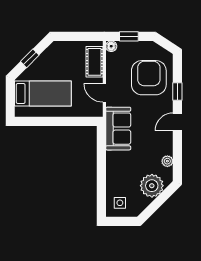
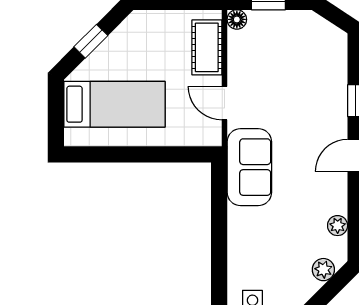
armchair: (149, 78) -> (304, 76), removed
plant: (152, 186) -> (323, 270), width x0.53, depth x0.53

